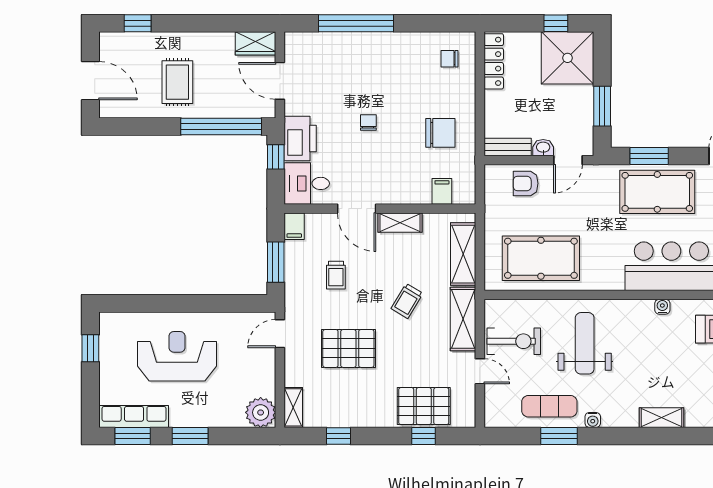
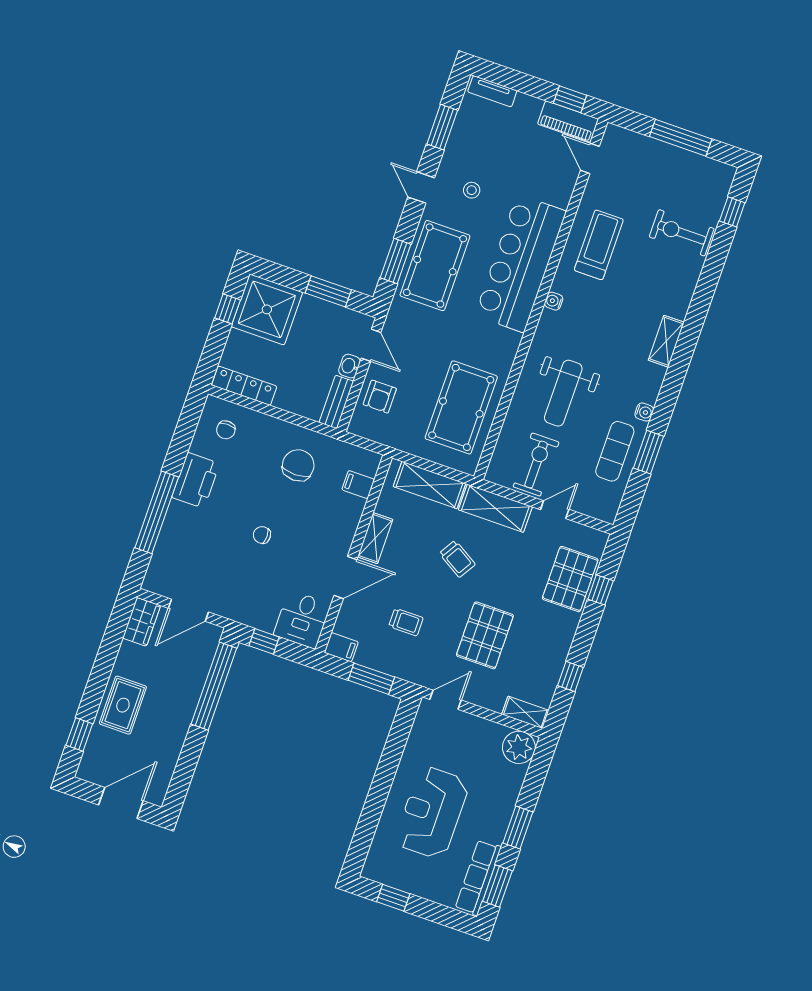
rug: (177, 82) -> (123, 705), moved, turned 90
printer: (300, 139) -> (196, 480), moved, turned 90
door: (280, 334) -> (445, 700), swing flipped
weight bench: (585, 343) -> (563, 393), turned -90

